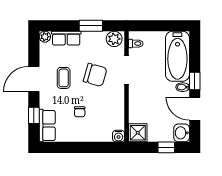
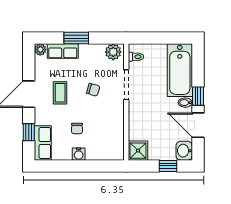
window: (91, 26) -> (76, 38), moved
chair: (95, 75) -> (93, 90), width x0.54, depth x0.54
water cooler: (119, 136) -> (79, 154), moved

